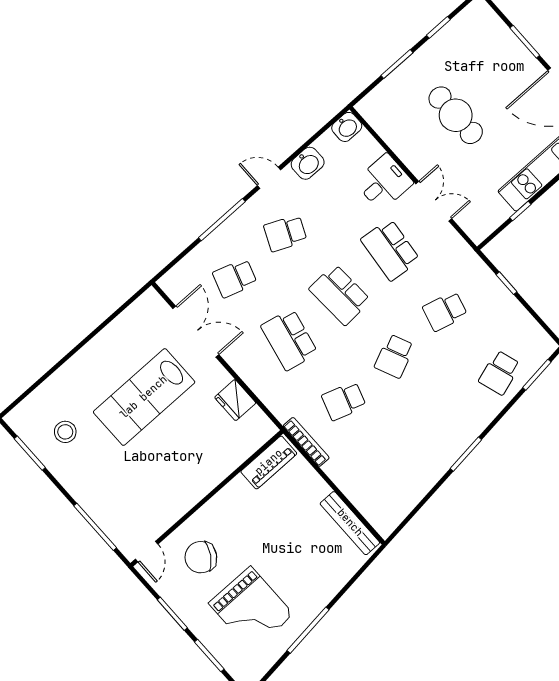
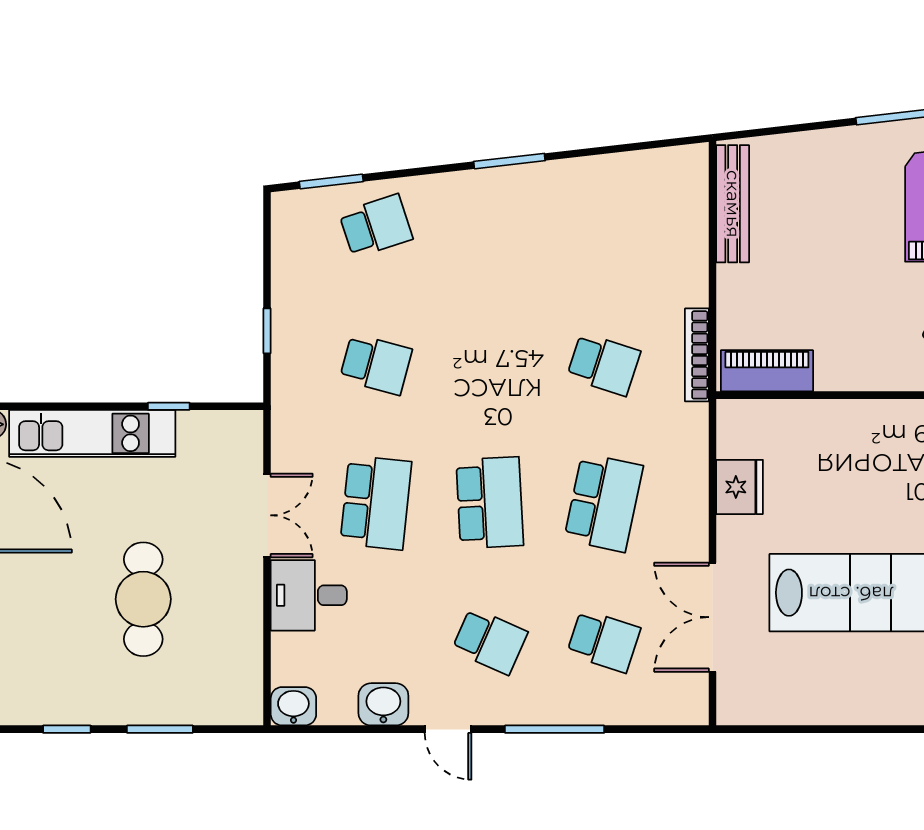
double door: (434, 201) -> (267, 515), swing flipped
school desk: (394, 356) -> (490, 364), removed

